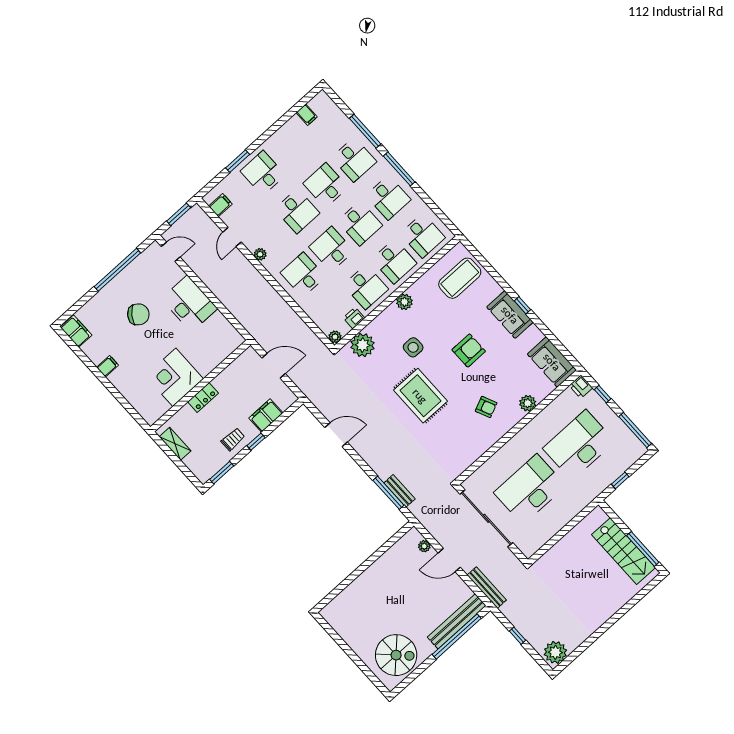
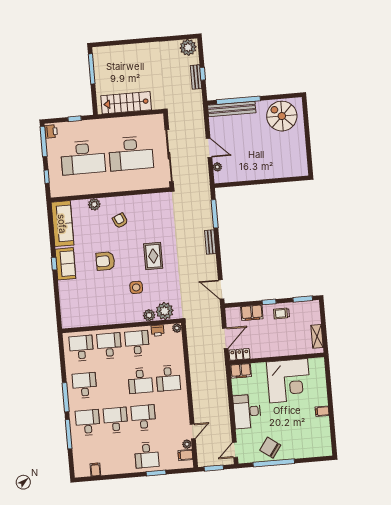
desk: (326, 185) -> (116, 420), turned 180
desk: (360, 223) -> (112, 383), removed
door: (171, 252) -> (235, 450), hinge flipped
plant: (260, 254) -> (187, 444), moved
coffee table: (460, 278) -> (79, 307), removed
plant: (404, 302) -> (149, 315), moved
chair: (138, 314) -> (270, 448), moved
filing cabinet: (76, 331) -> (241, 371), moved, turned -90
sofa: (552, 362) -> (62, 224), width x1.36
door: (274, 366) -> (225, 338), swing flipped
corner desk: (174, 377) -> (289, 381), width x1.36, depth x1.36
printer: (581, 387) -> (51, 131), moved
rug: (420, 396) -> (153, 256), width x0.73, depth x0.70
locker: (203, 397) -> (240, 354), moved
door: (336, 435) -> (221, 289), moved
bench: (399, 491) -> (210, 242), moved
stairs: (623, 551) -> (126, 103), moved, turned -90
bench: (487, 588) -> (196, 77), moved, width x0.73

